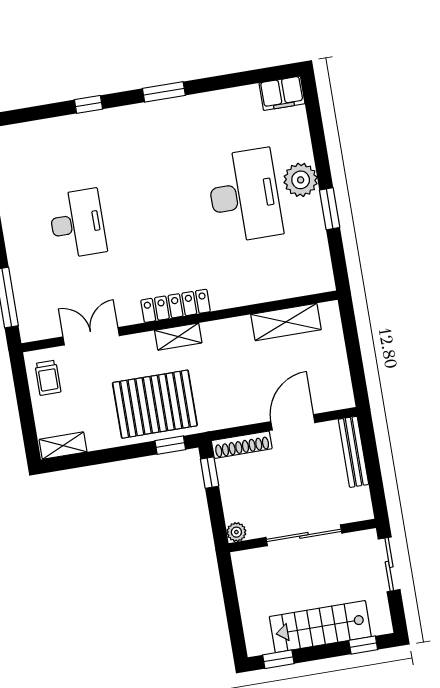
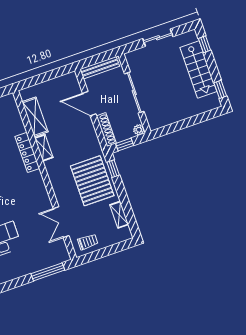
locker: (176, 306) -> (27, 152), moved
shelving: (178, 337) -> (44, 148), moved
shelving: (63, 446) -> (119, 215), moved
plant: (236, 532) -> (139, 130), moved
sliding door: (304, 535) -> (134, 93), moved
wall: (302, 536) -> (135, 93), moved

